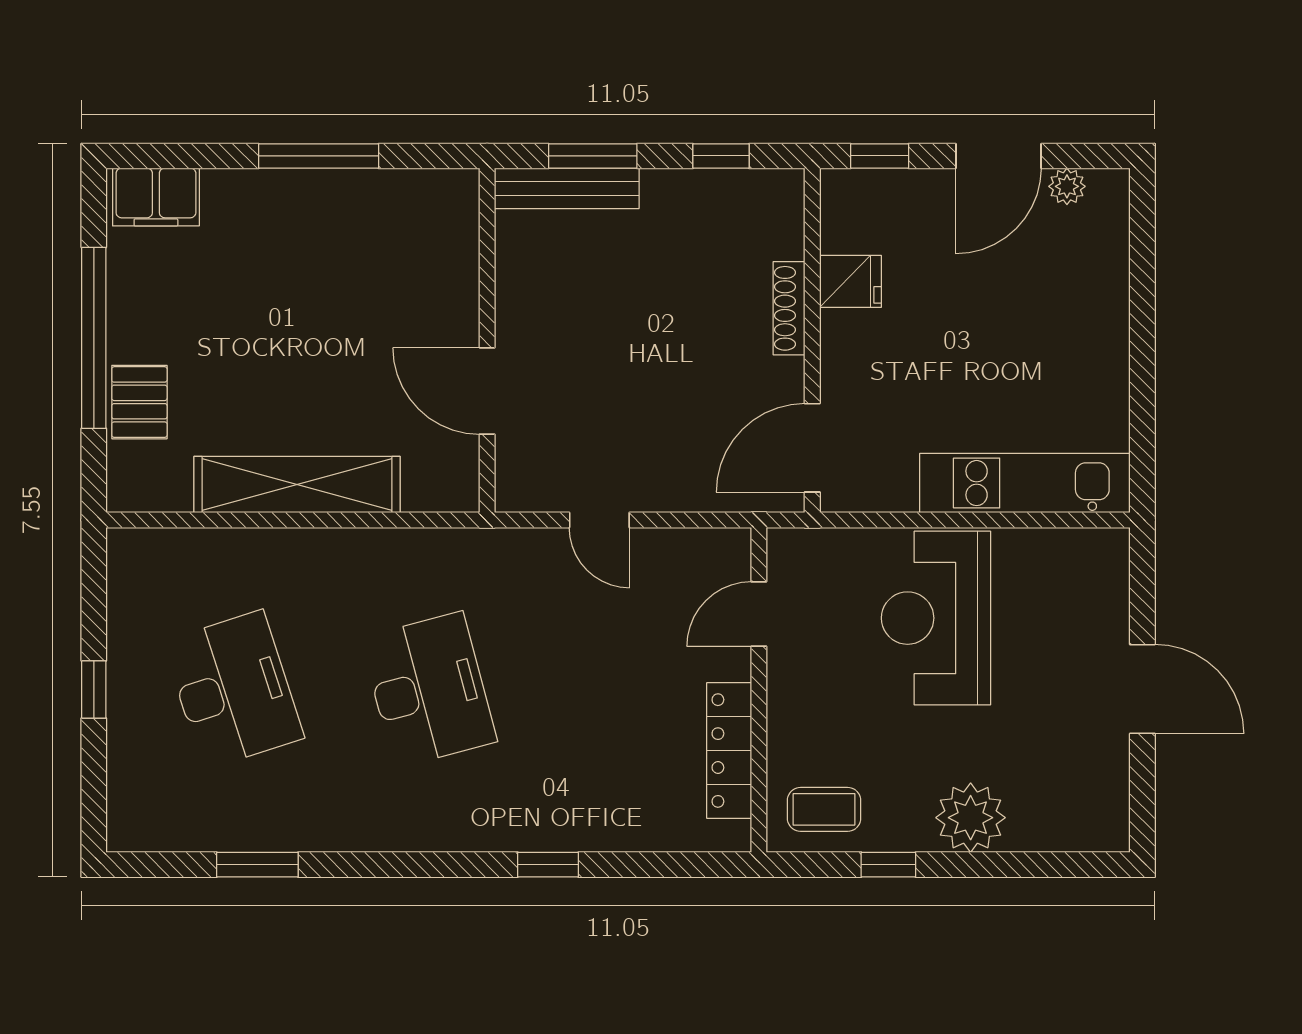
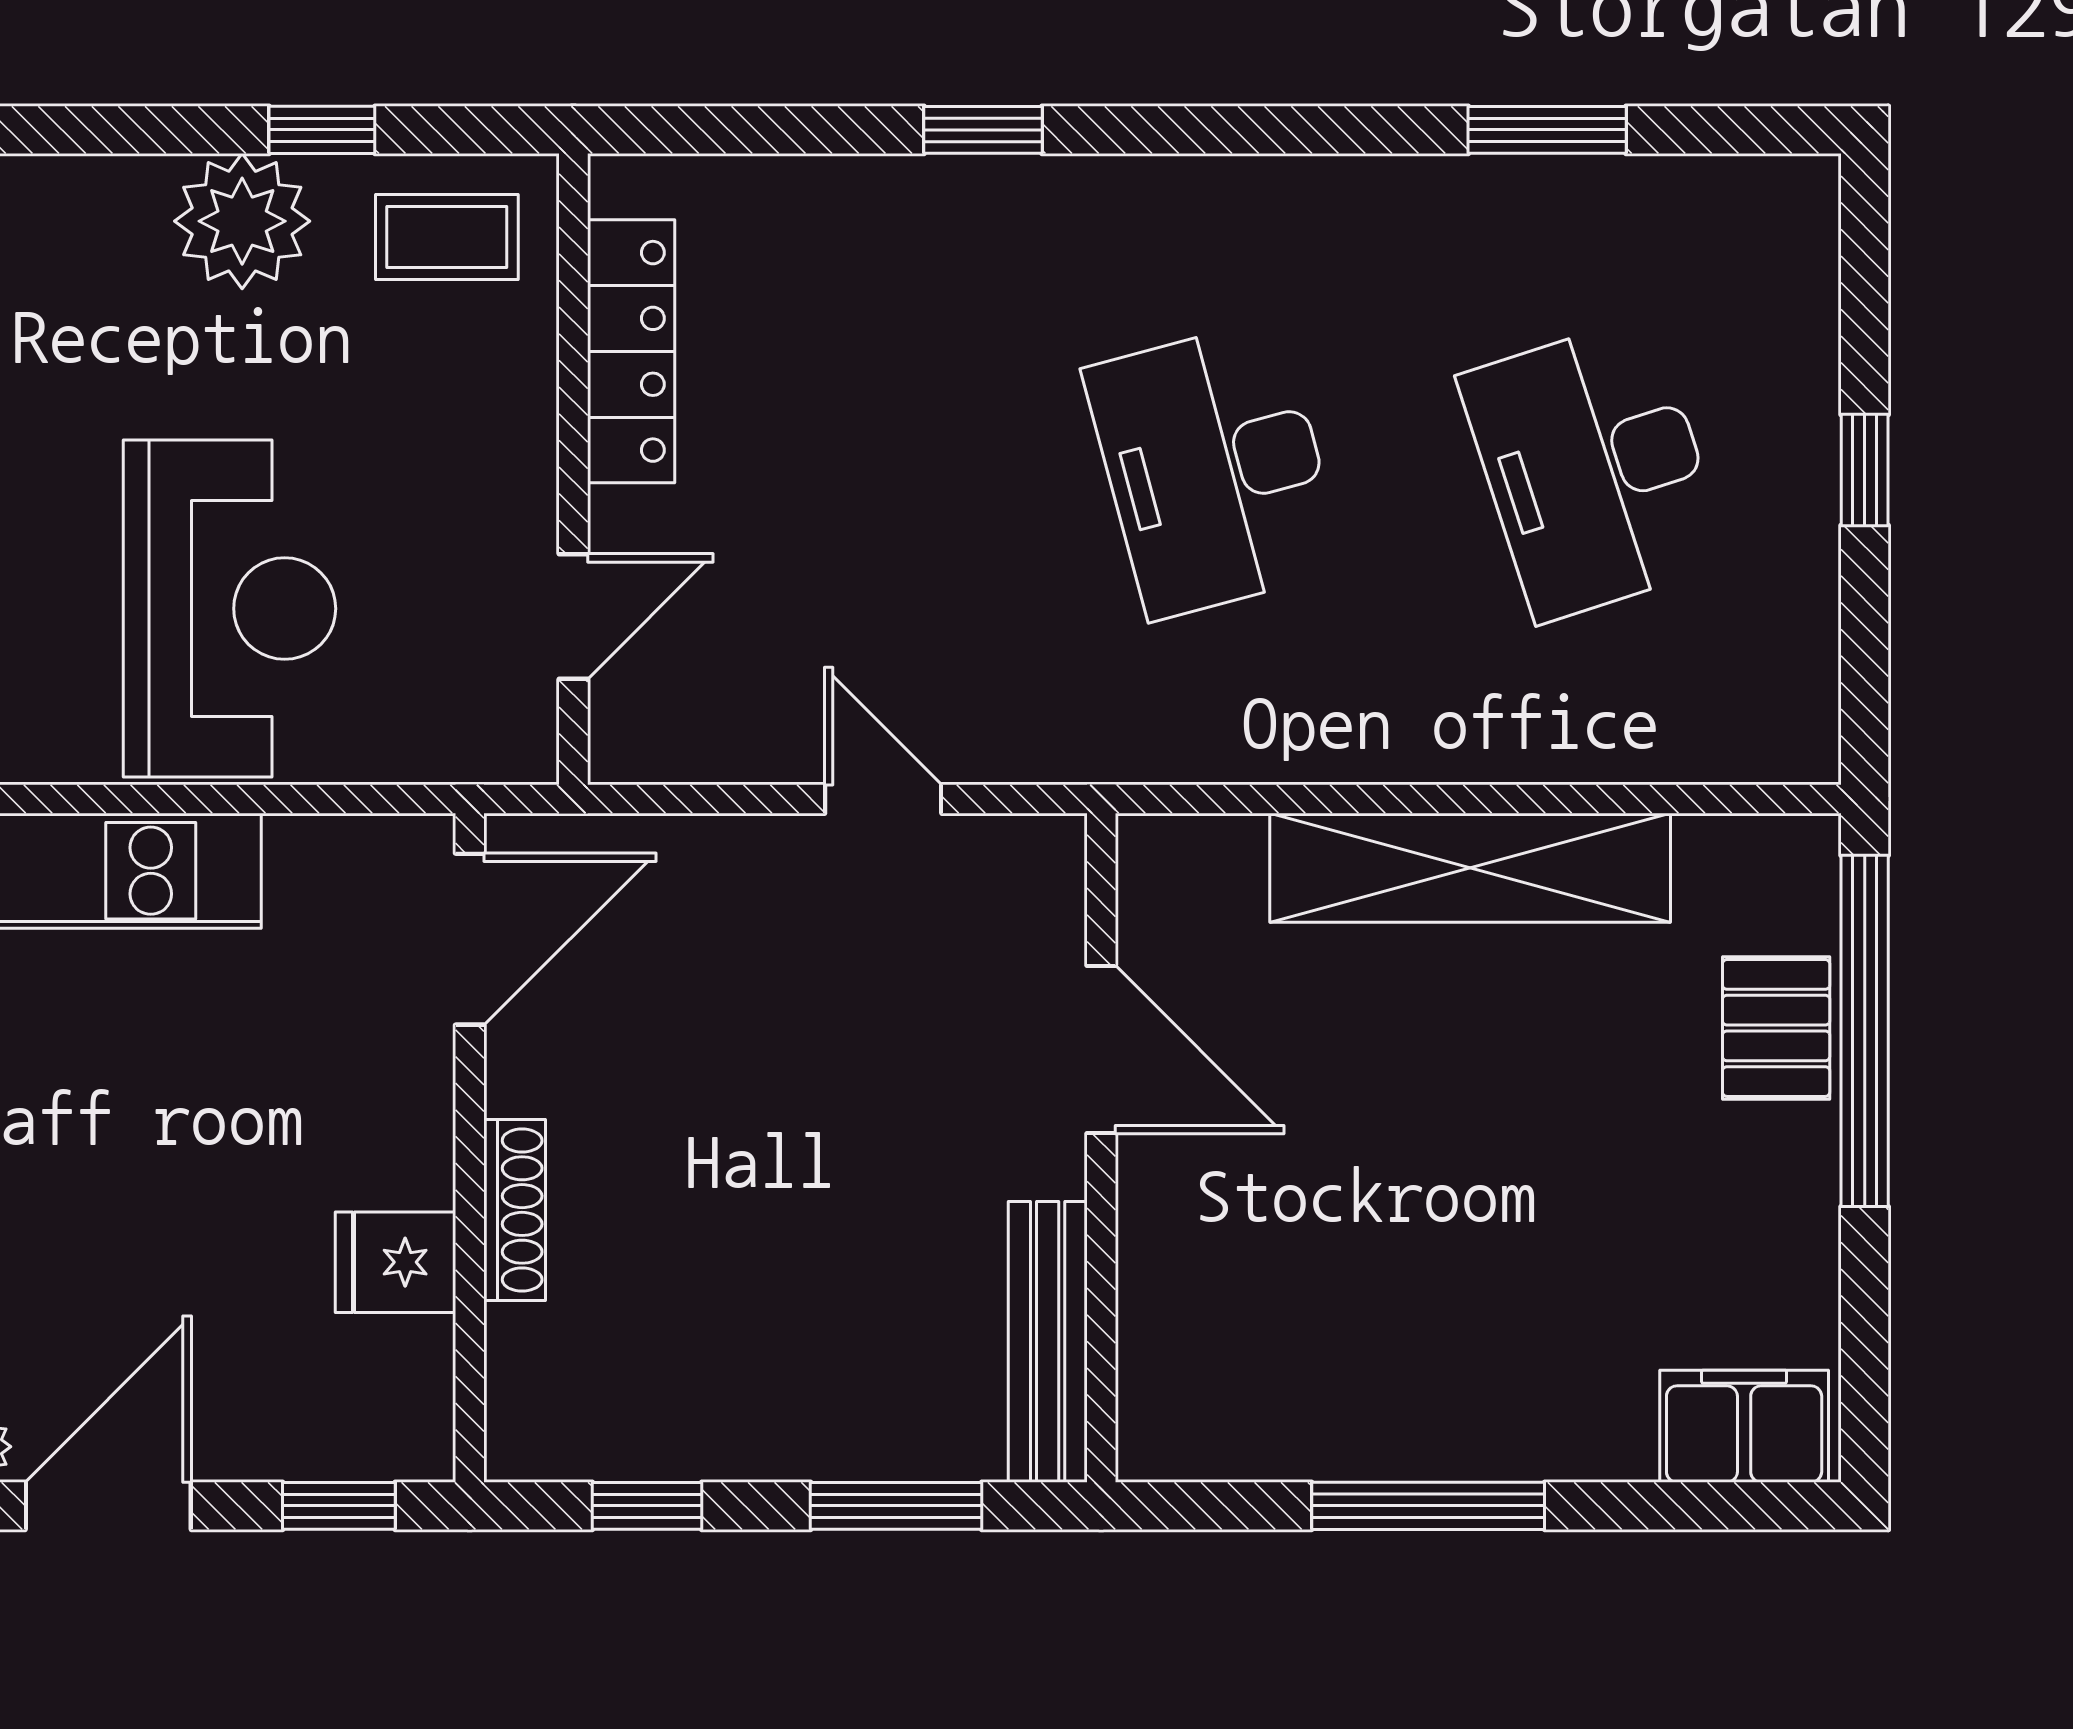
bench: (567, 188) -> (1048, 1342), moved, turned 90
window: (94, 338) -> (1865, 1031), moved
plant: (971, 818) -> (242, 221), moved

